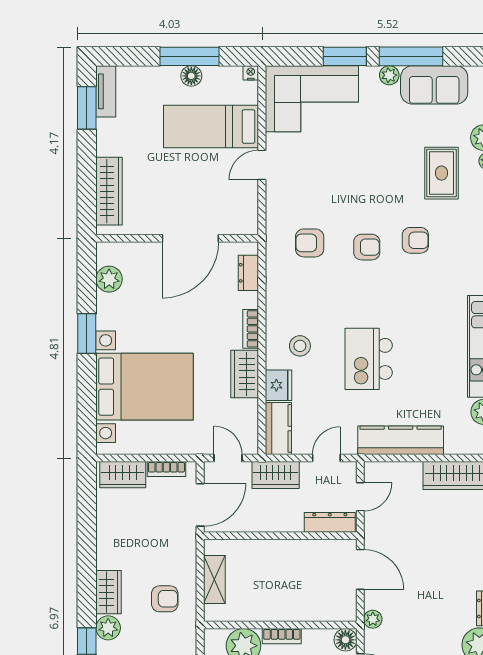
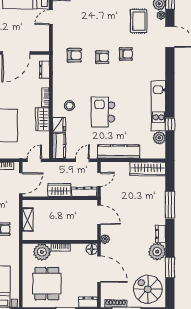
armchair: (310, 243) -> (74, 55), turned 180
door: (228, 458) -> (34, 160), hinge flipped
wardrobe: (276, 475) -> (59, 190), moved, turned 180

